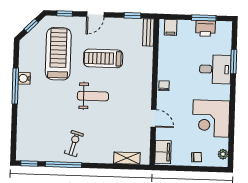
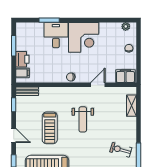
printer: (205, 28) -> (22, 59), moved
weight bench: (93, 96) -> (83, 119), moved, turned 180
corner desk: (211, 118) -> (84, 37), moved

